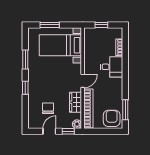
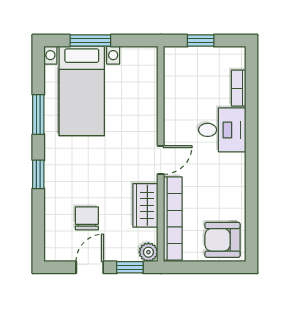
bed with nightstands: (60, 45) -> (82, 91), moved, turned -90
window: (125, 110) -> (251, 222), removed
armchair: (112, 118) -> (223, 240), turned -90

